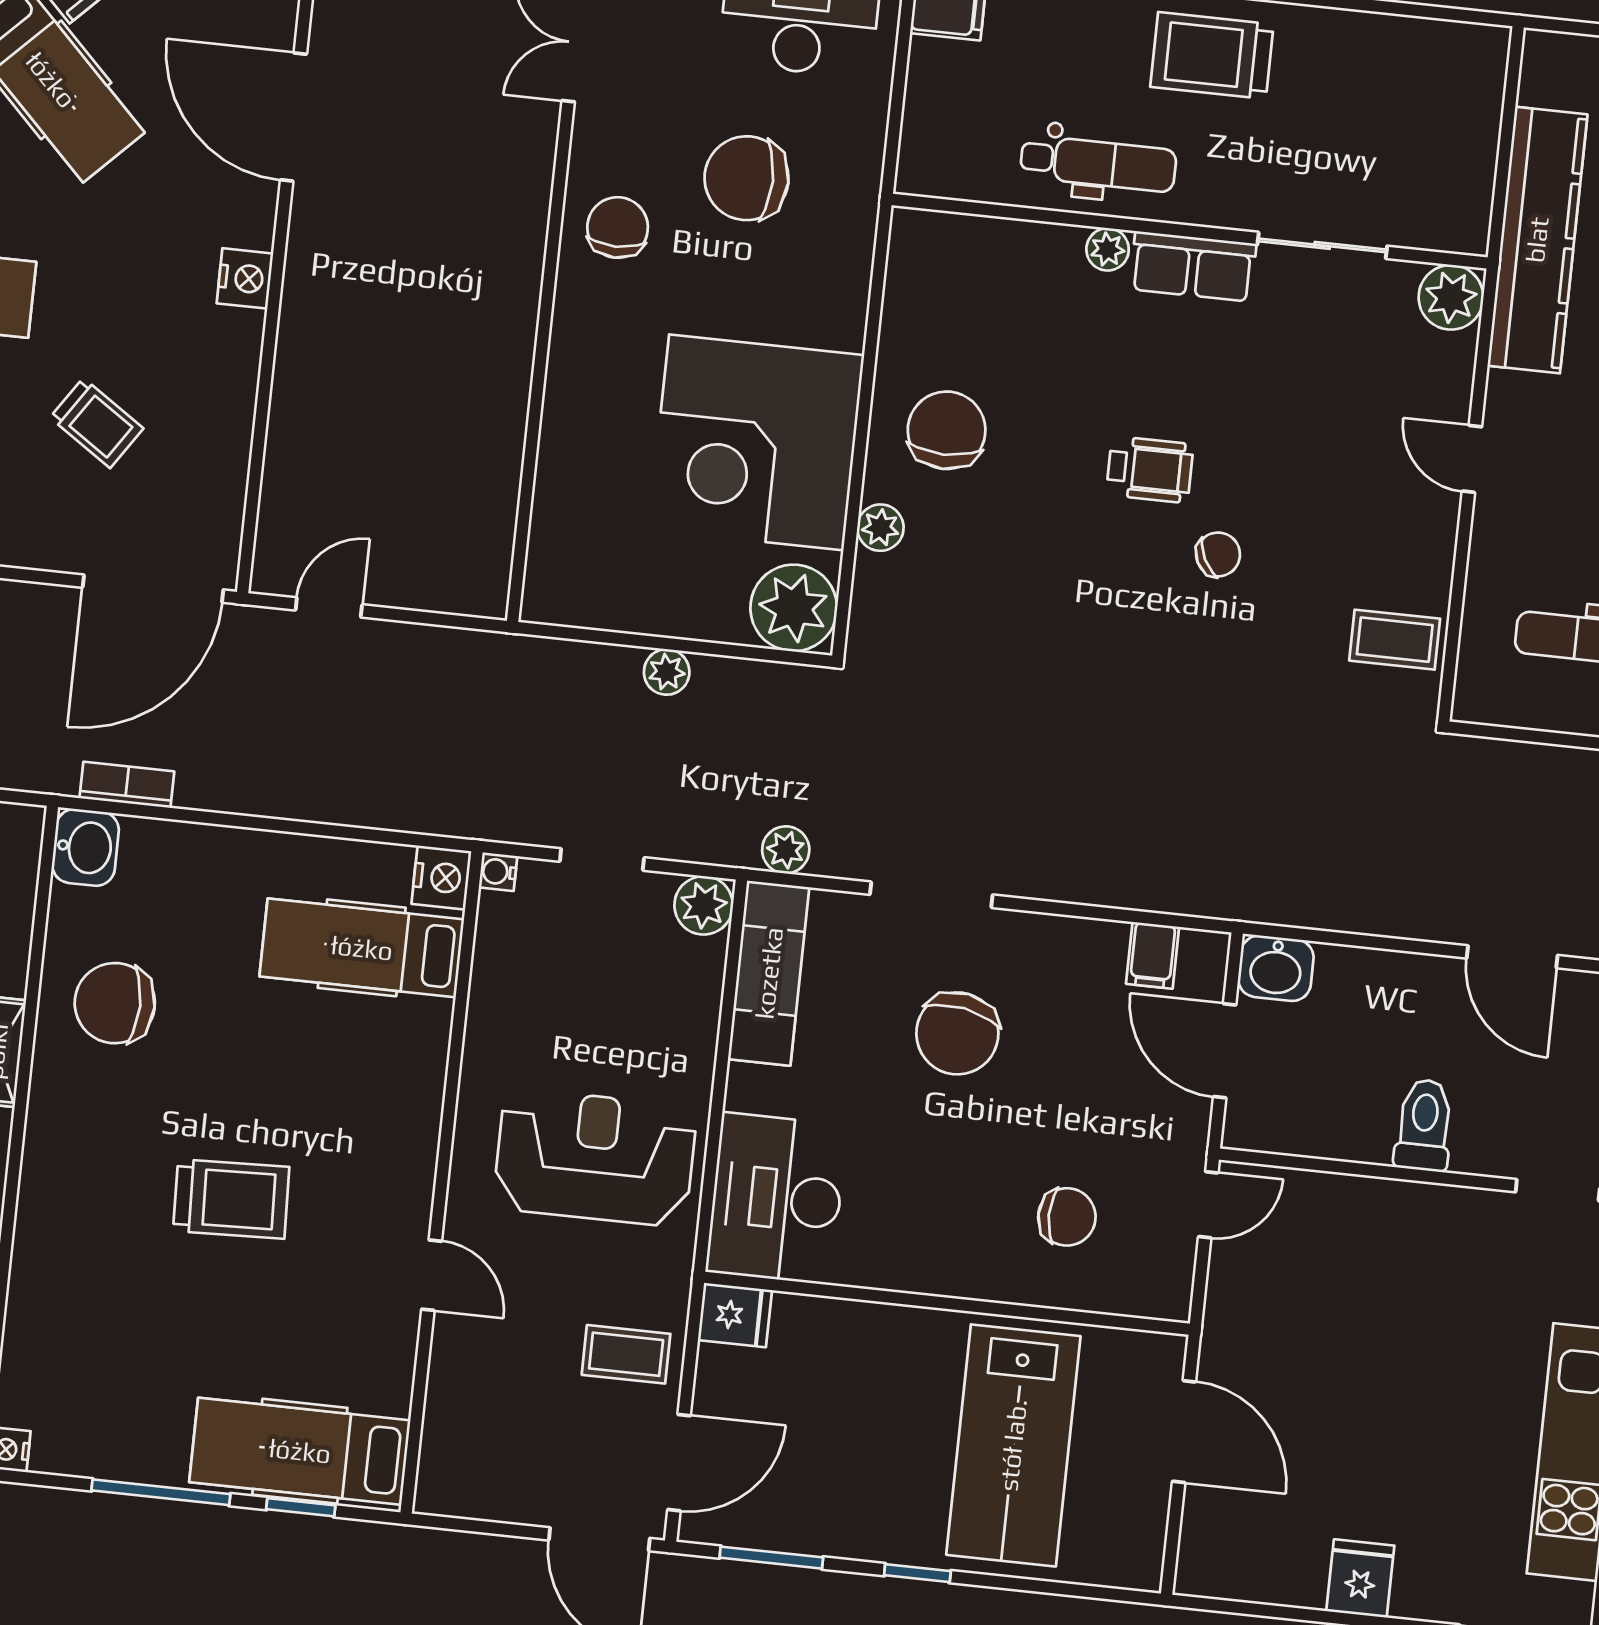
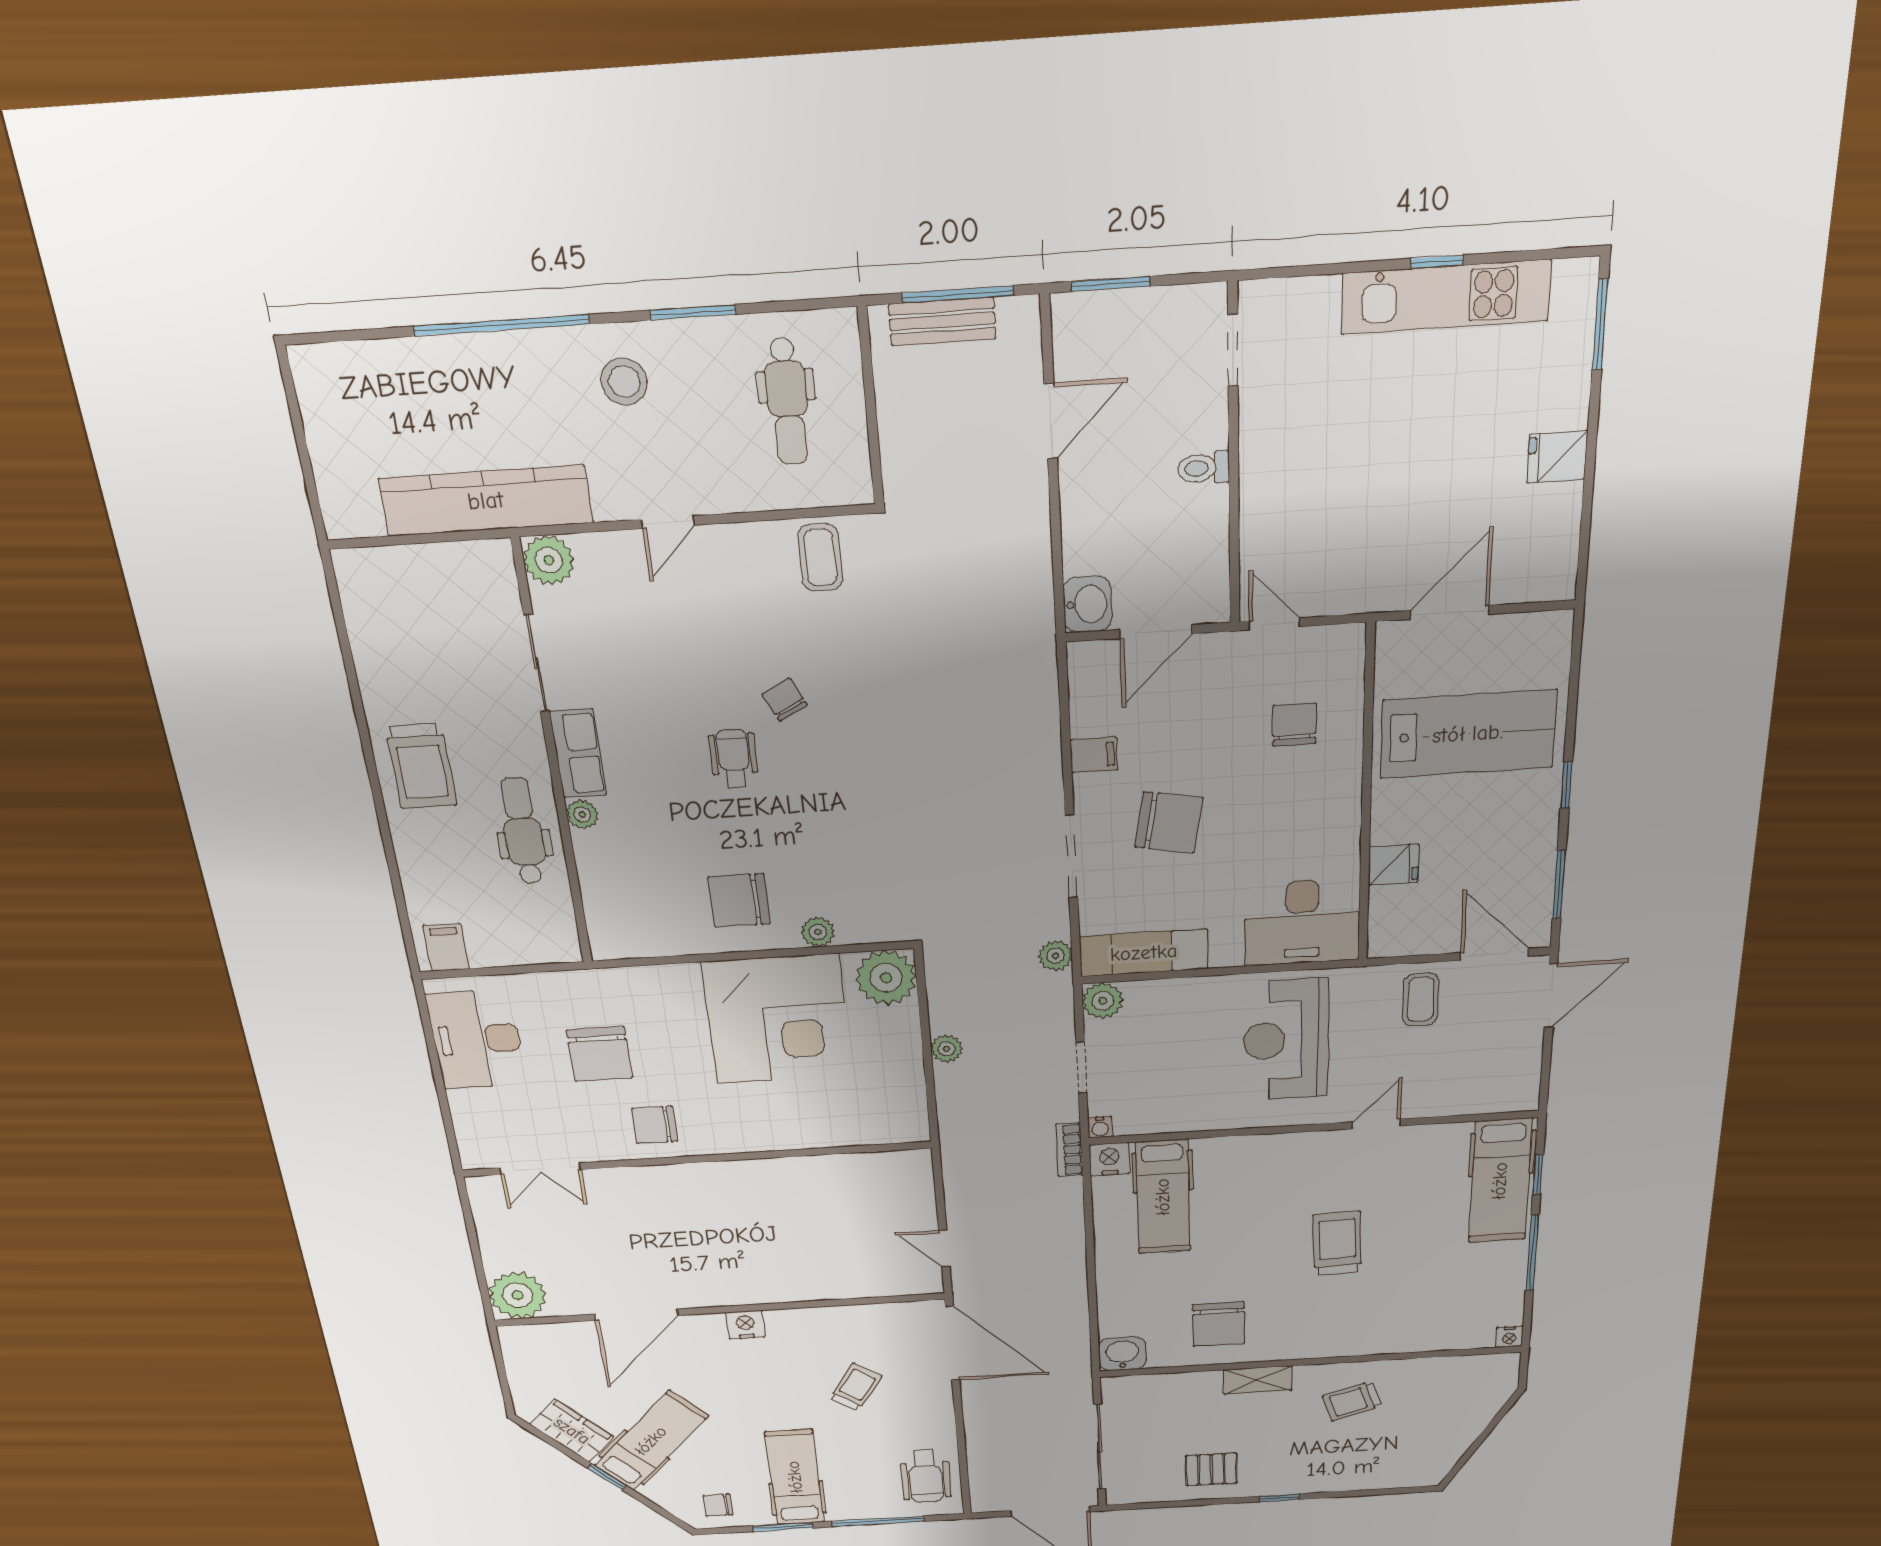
bookcase: (127, 785) -> (1069, 1150), moved
filing cabinet: (1153, 955) -> (1094, 755), moved
toilet: (1424, 1125) -> (1204, 468), width x0.73, depth x0.72
fridge: (735, 1315) -> (1393, 865), moved, turned 90

